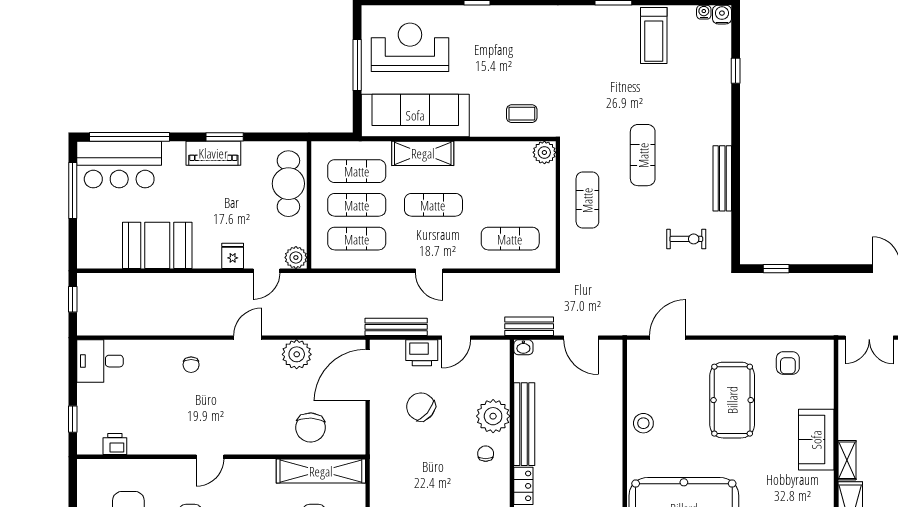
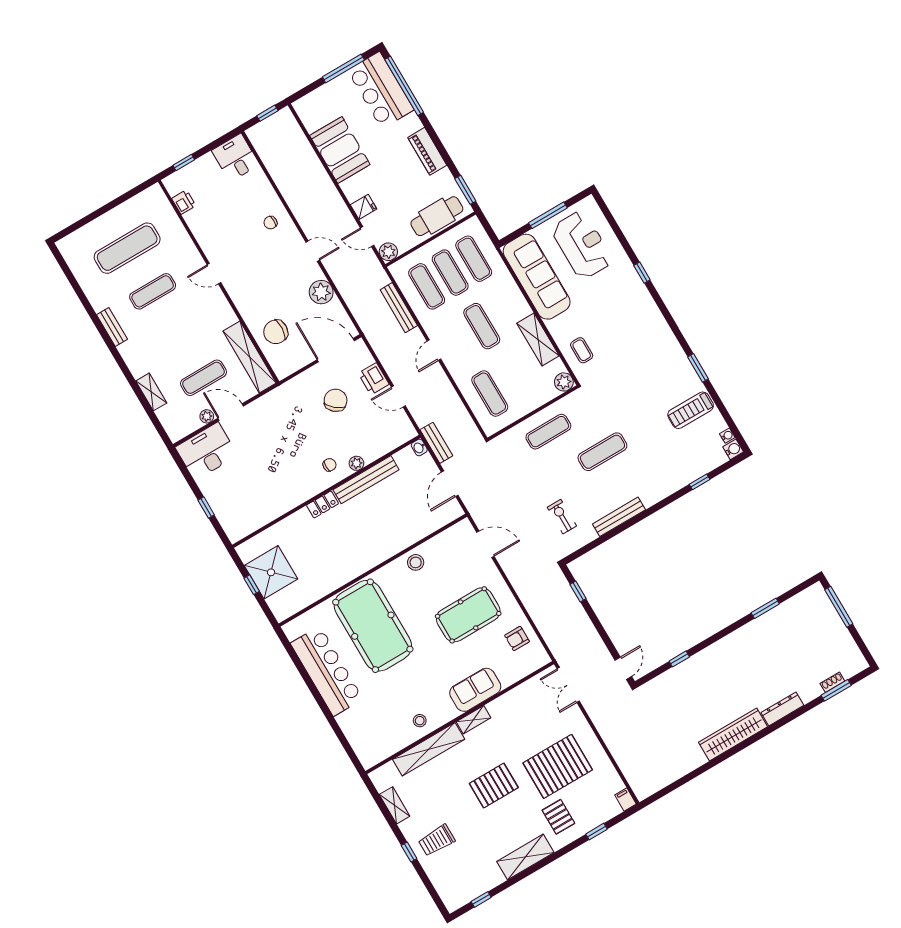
window: (225, 137) -> (465, 190), moved
shelving: (423, 153) -> (538, 340), moved
exercise bike: (686, 239) -> (562, 517), turned 180
bench: (396, 327) -> (399, 308), moved
plant: (493, 416) -> (356, 463), width x0.53, depth x0.53

